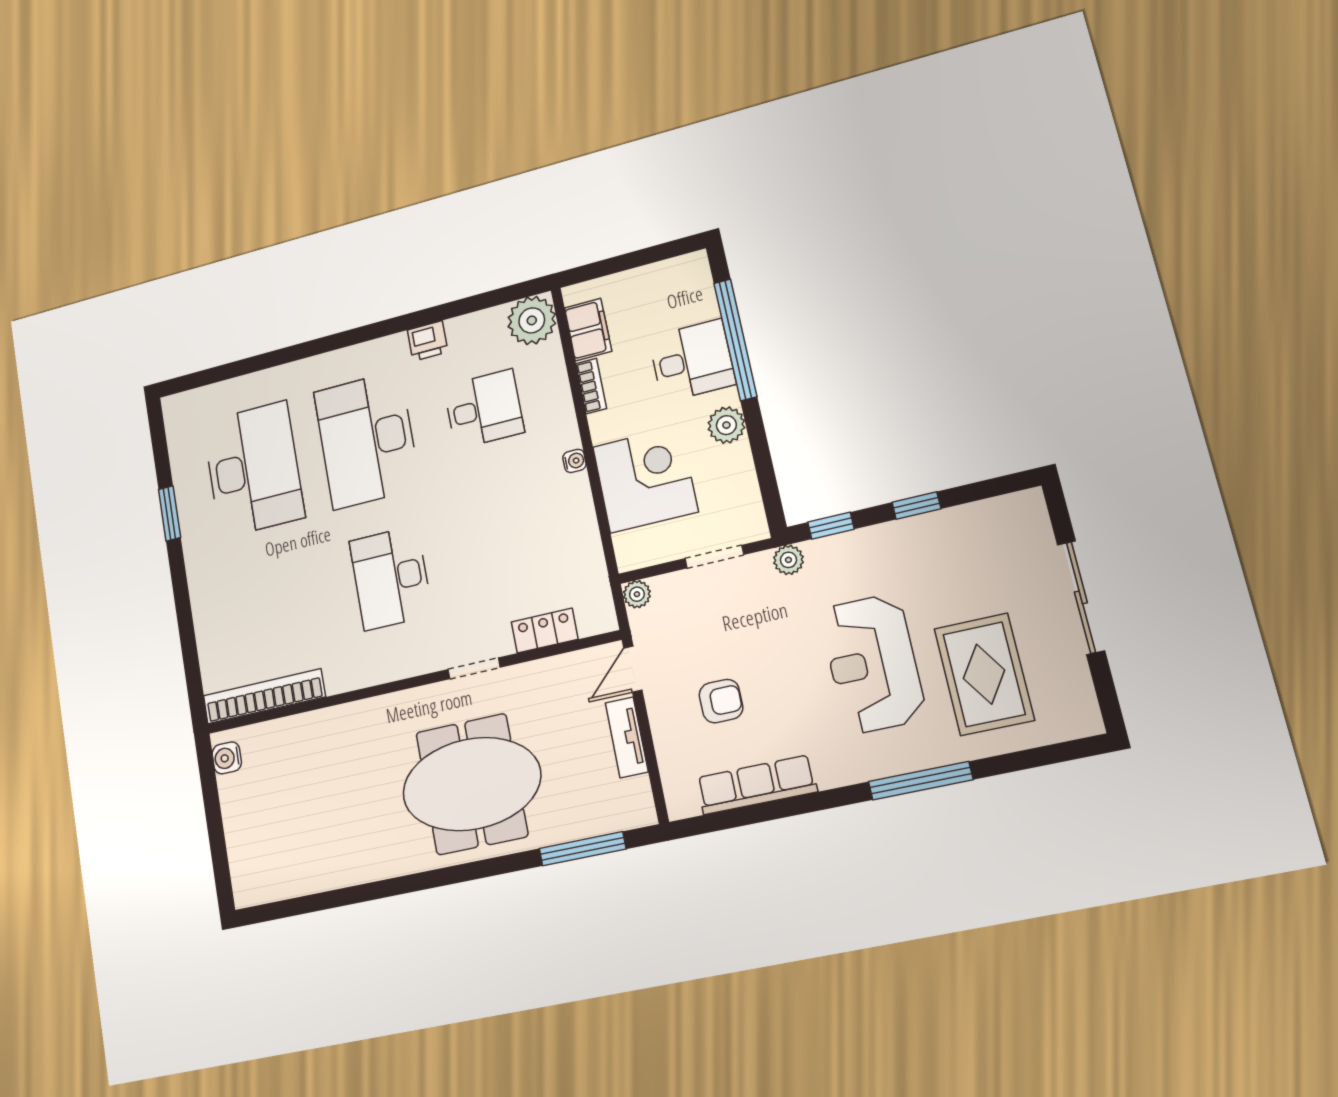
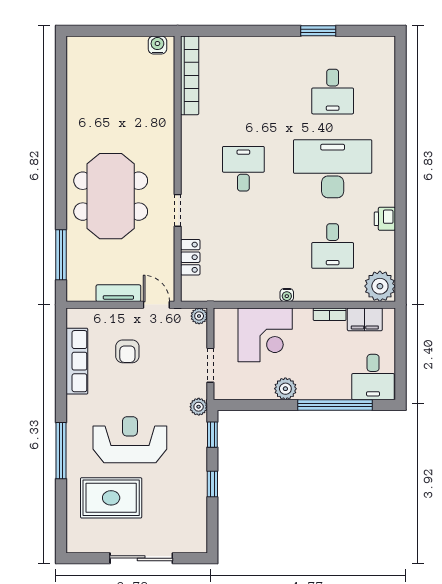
desk: (692, 361) -> (373, 377), moved
desk: (253, 469) -> (333, 92), width x0.53, depth x0.77
desk: (391, 578) -> (243, 169), width x0.73

